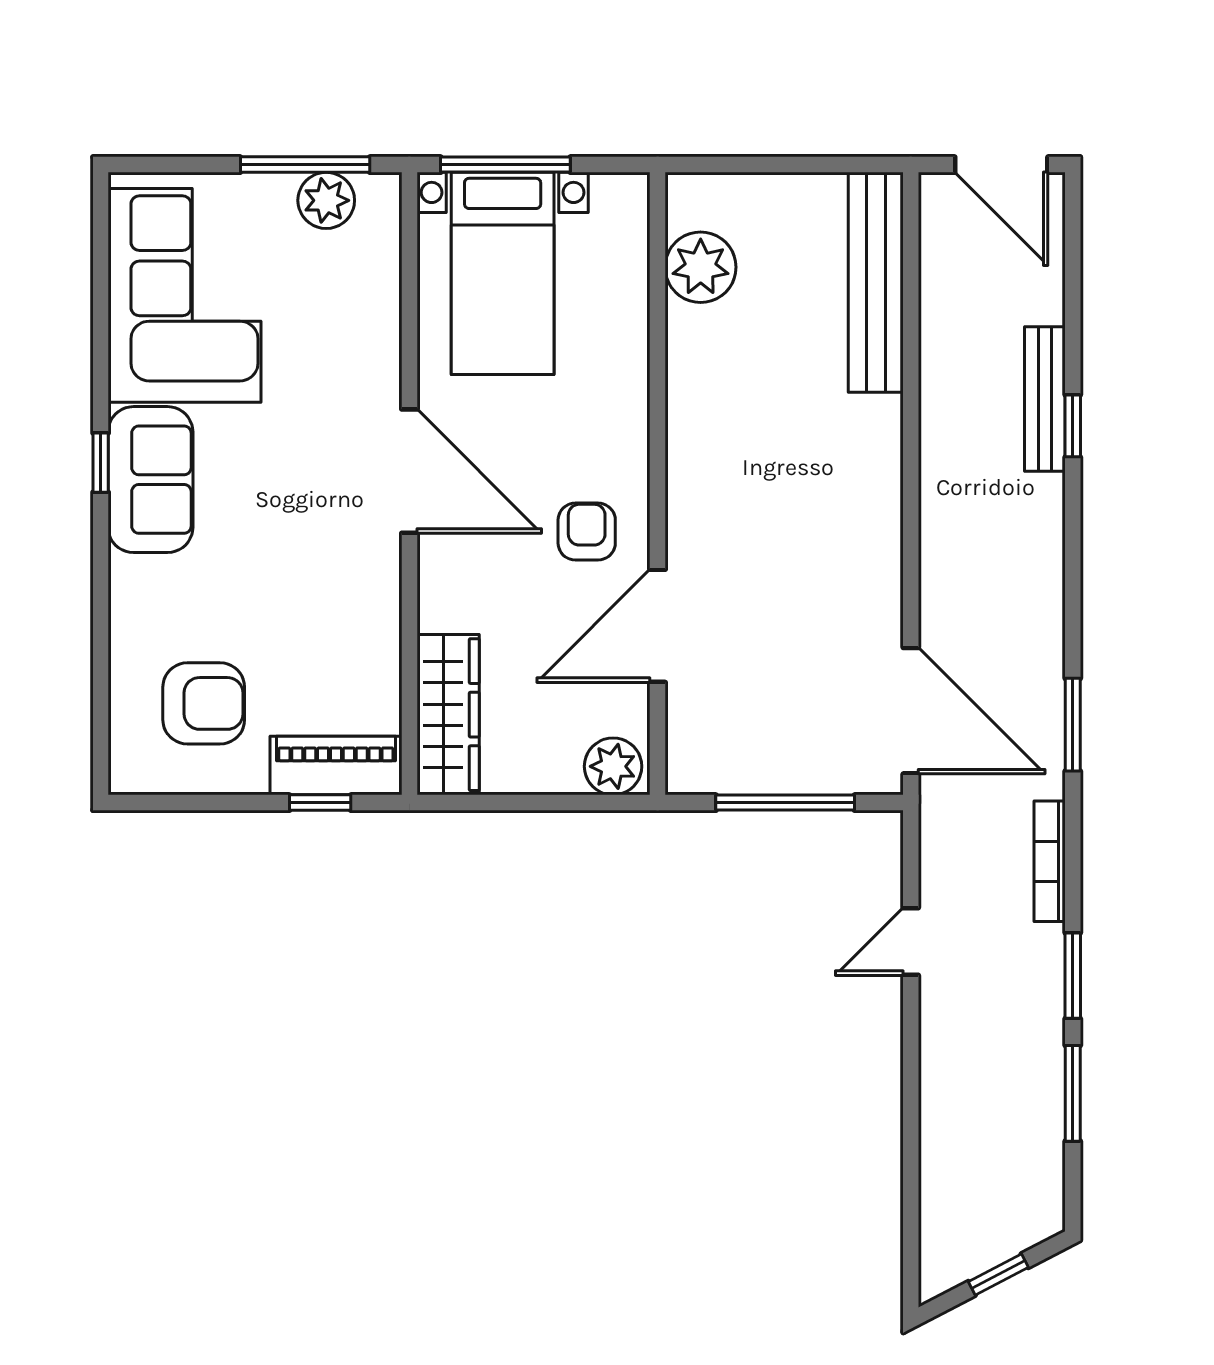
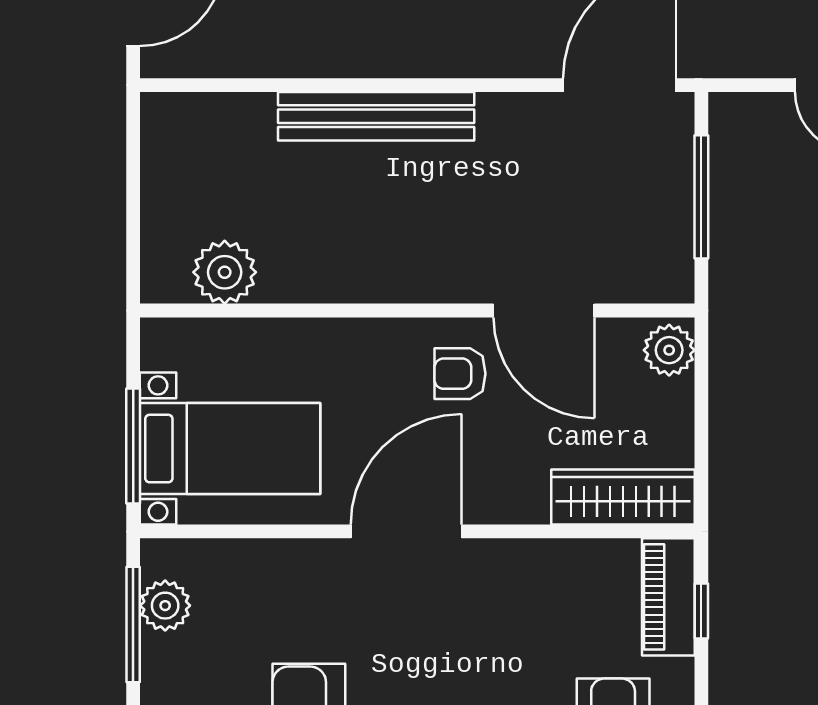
bench: (876, 282) -> (376, 116), moved

